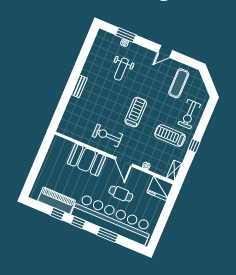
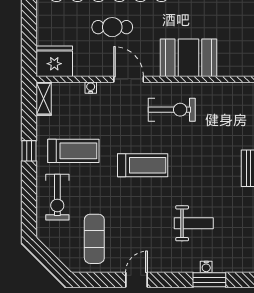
weight bench: (121, 69) -> (194, 223), turned 90
treadmill: (136, 112) -> (143, 165), turned -90
exercise bike: (189, 114) -> (57, 197), turned 180

